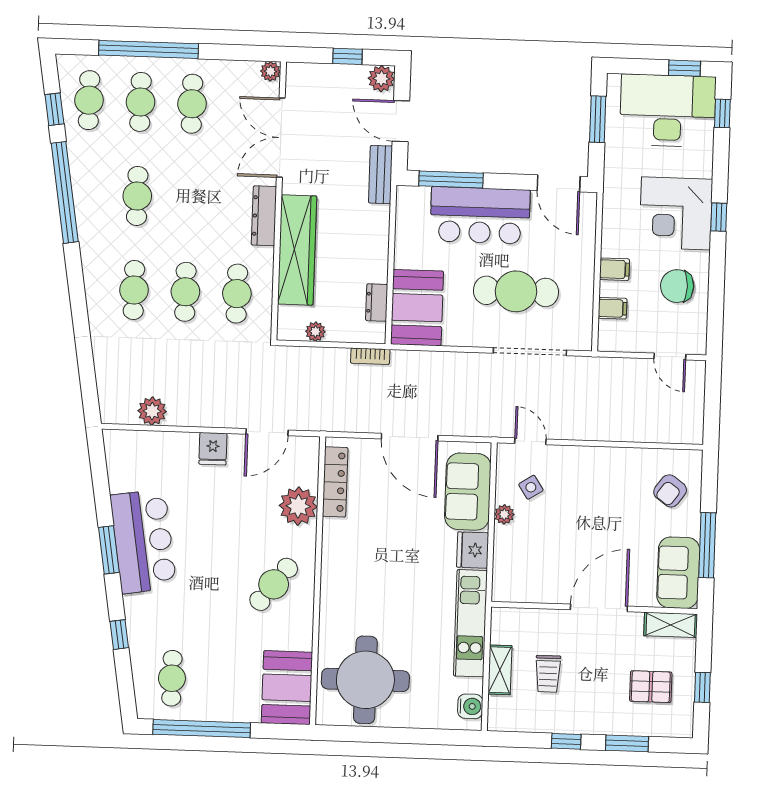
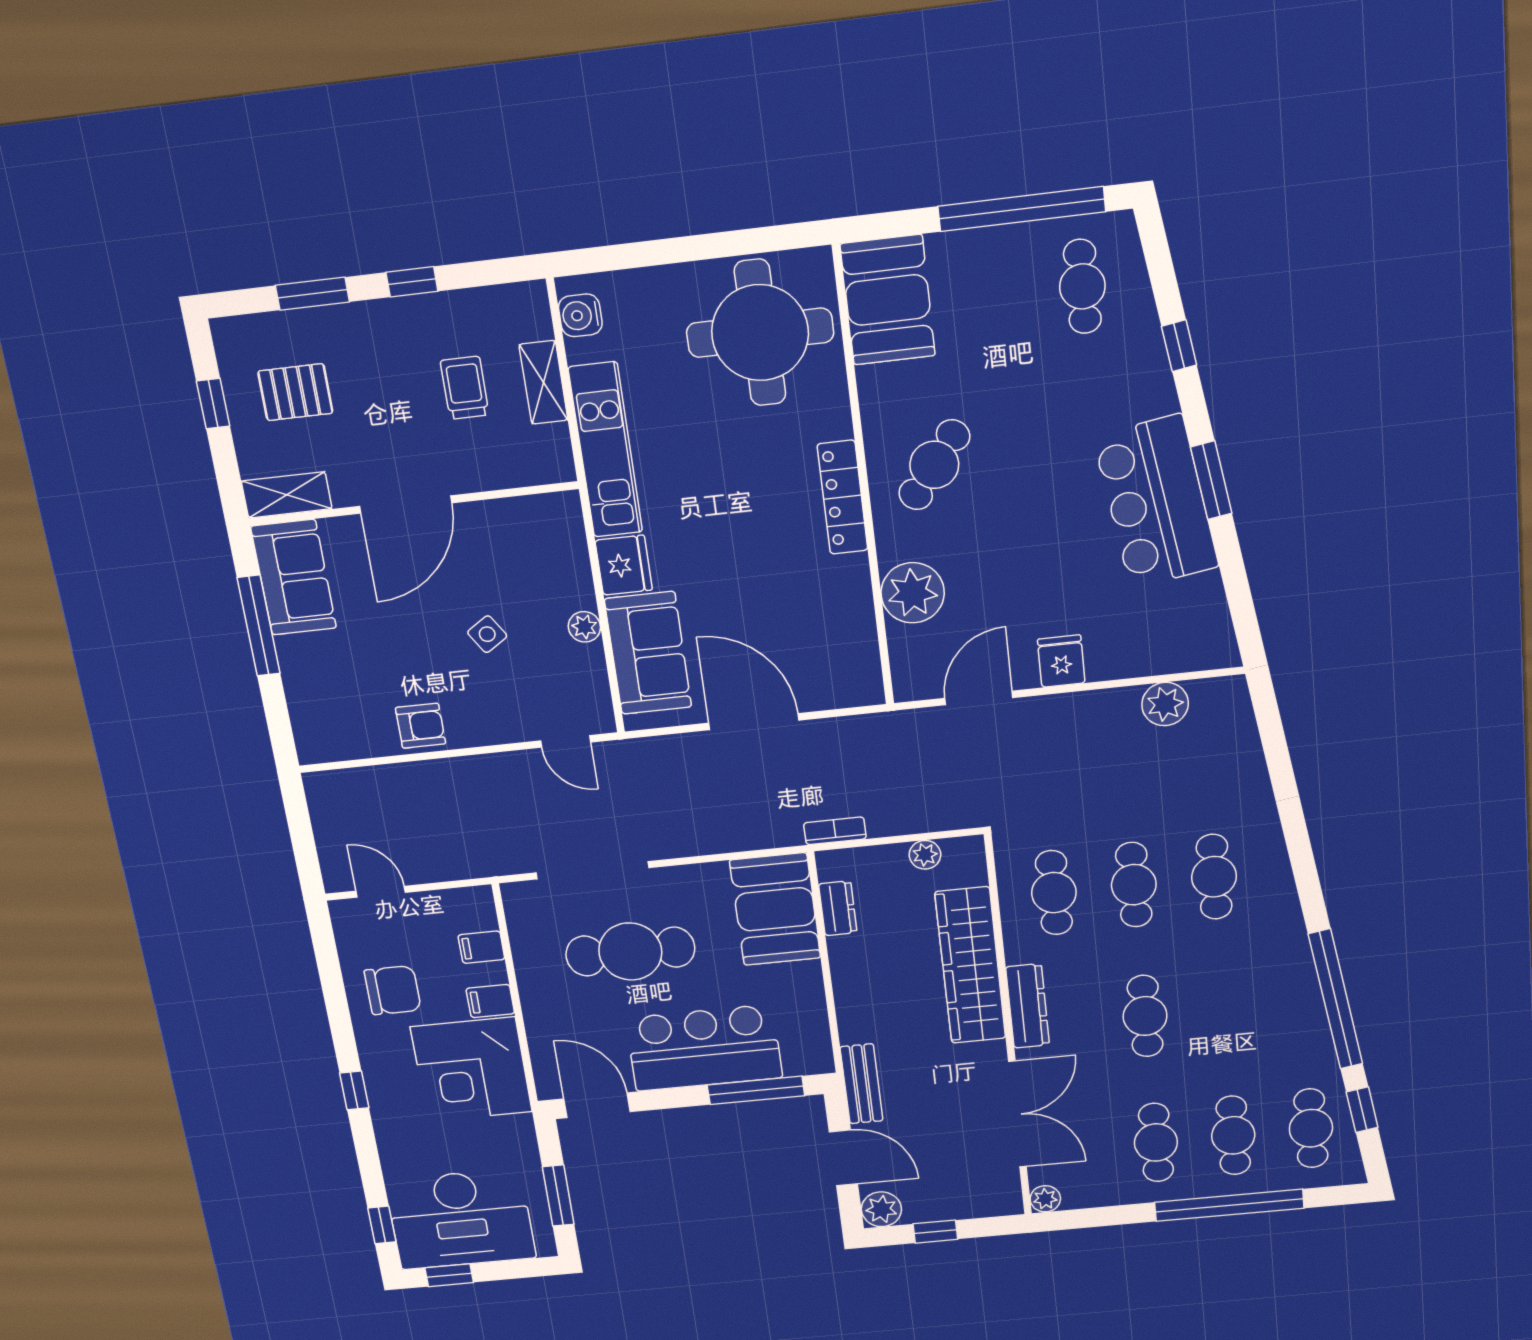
cafe table: (137, 196) -> (1145, 1016), moved
corner desk: (676, 213) -> (471, 1069), moved, turned 180
locker: (335, 482) -> (843, 497), moved
side table: (531, 487) -> (487, 634), moved
armchair: (670, 491) -> (421, 726), moved, turned 54

